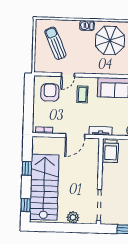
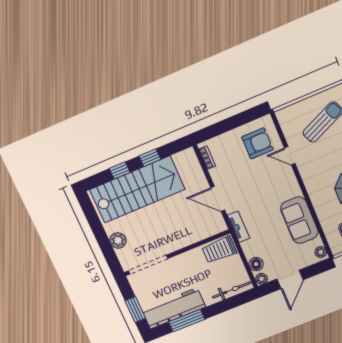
coffee table: (82, 94) -> (273, 185), removed
window: (26, 205) -> (120, 170), moved

